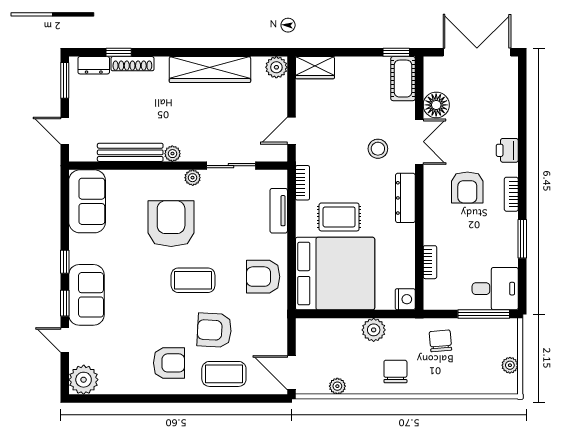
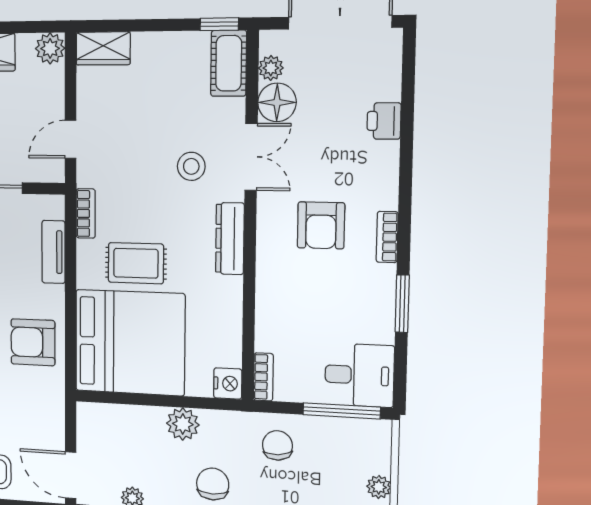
plant: (432, 82) -> (271, 68), added
printer: (507, 150) -> (384, 121), moved
bookcase: (430, 262) -> (263, 377), moved

